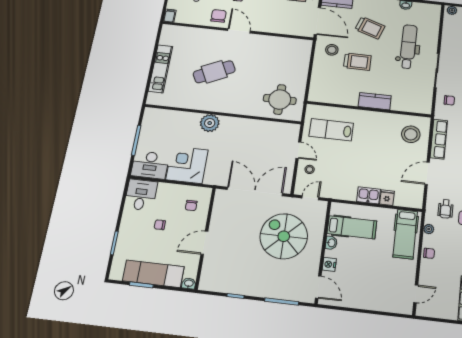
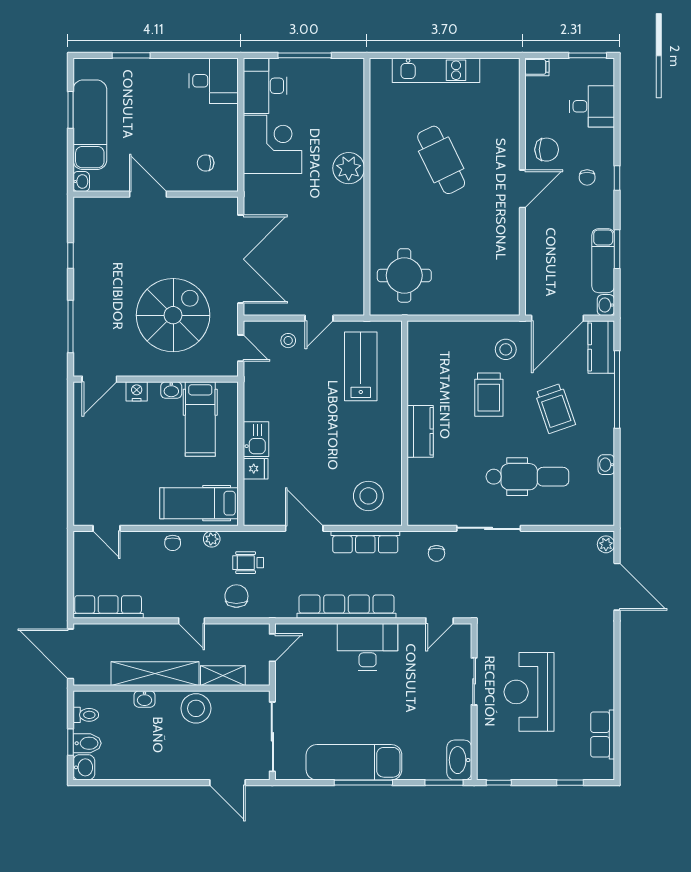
trolley: (370, 28) -> (555, 408), turned -38
chair: (160, 225) -> (168, 120), removed

